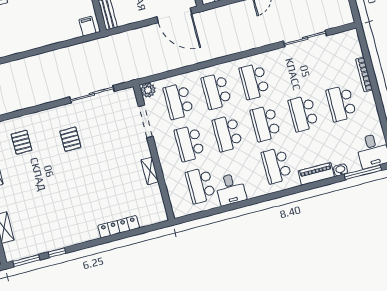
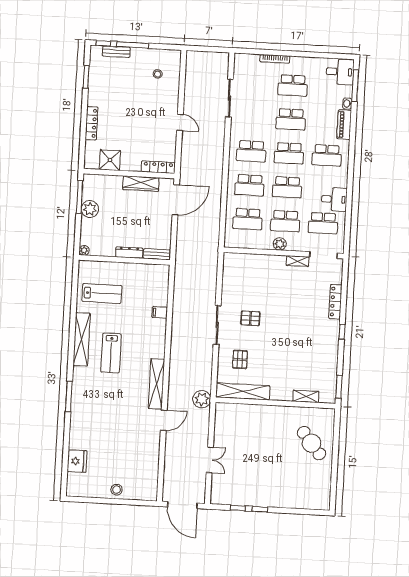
filing cabinet: (87, 26) -> (160, 312), moved
plant: (148, 90) -> (280, 244), moved
sliding door: (92, 94) -> (217, 325), moved
doorway: (146, 121) -> (324, 255), moved
pallet: (22, 142) -> (240, 359), turned 90
window: (57, 253) -> (342, 332), moved

